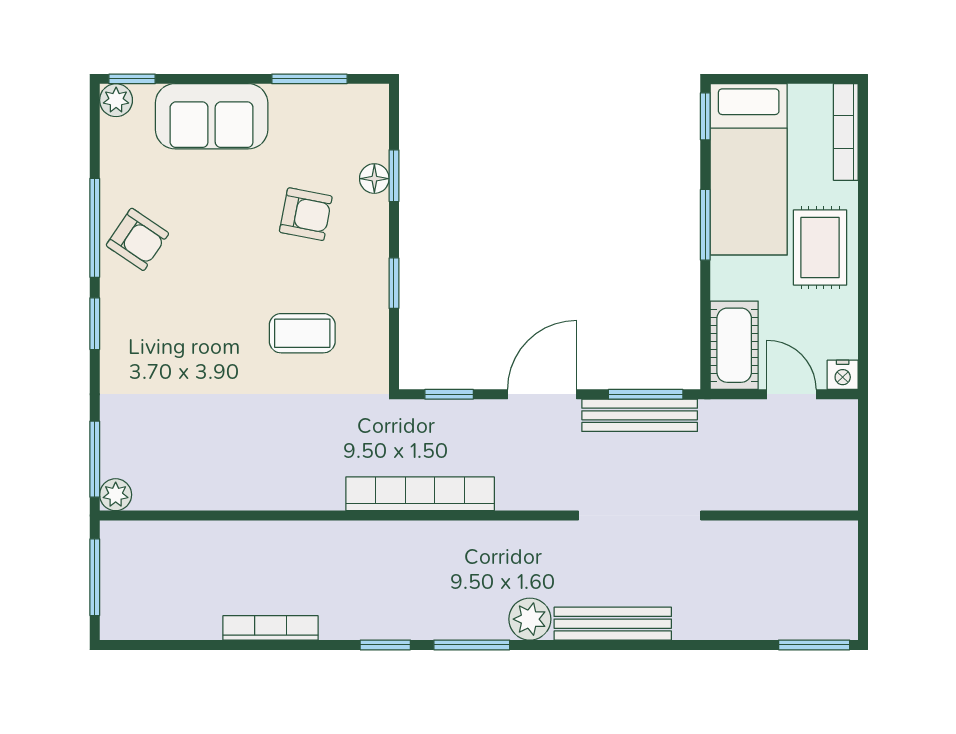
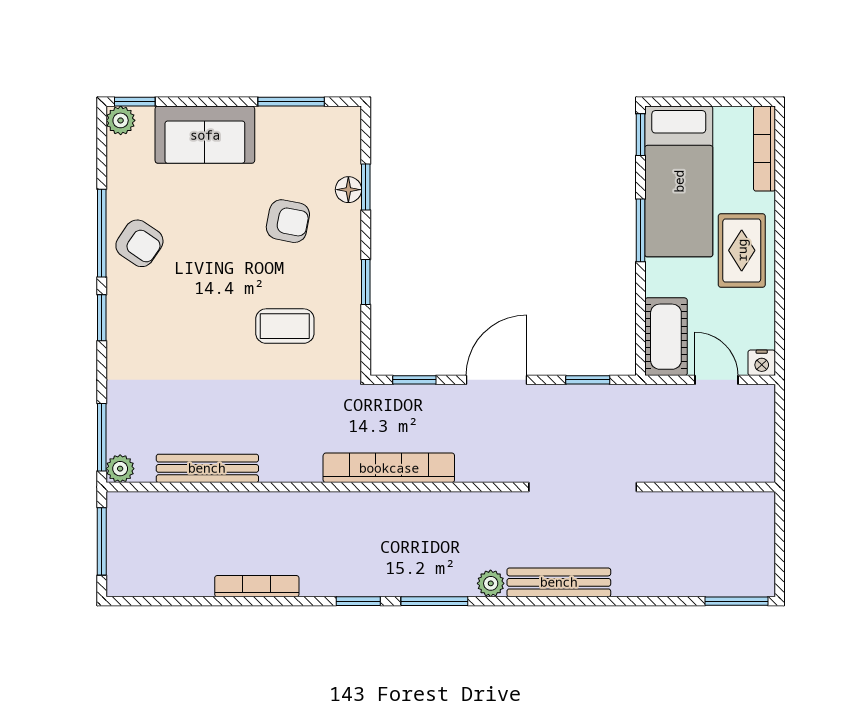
window: (646, 394) -> (588, 380), width x0.67
bench: (640, 415) -> (207, 468), moved
plant: (530, 619) -> (491, 583), width x0.73, depth x0.73

